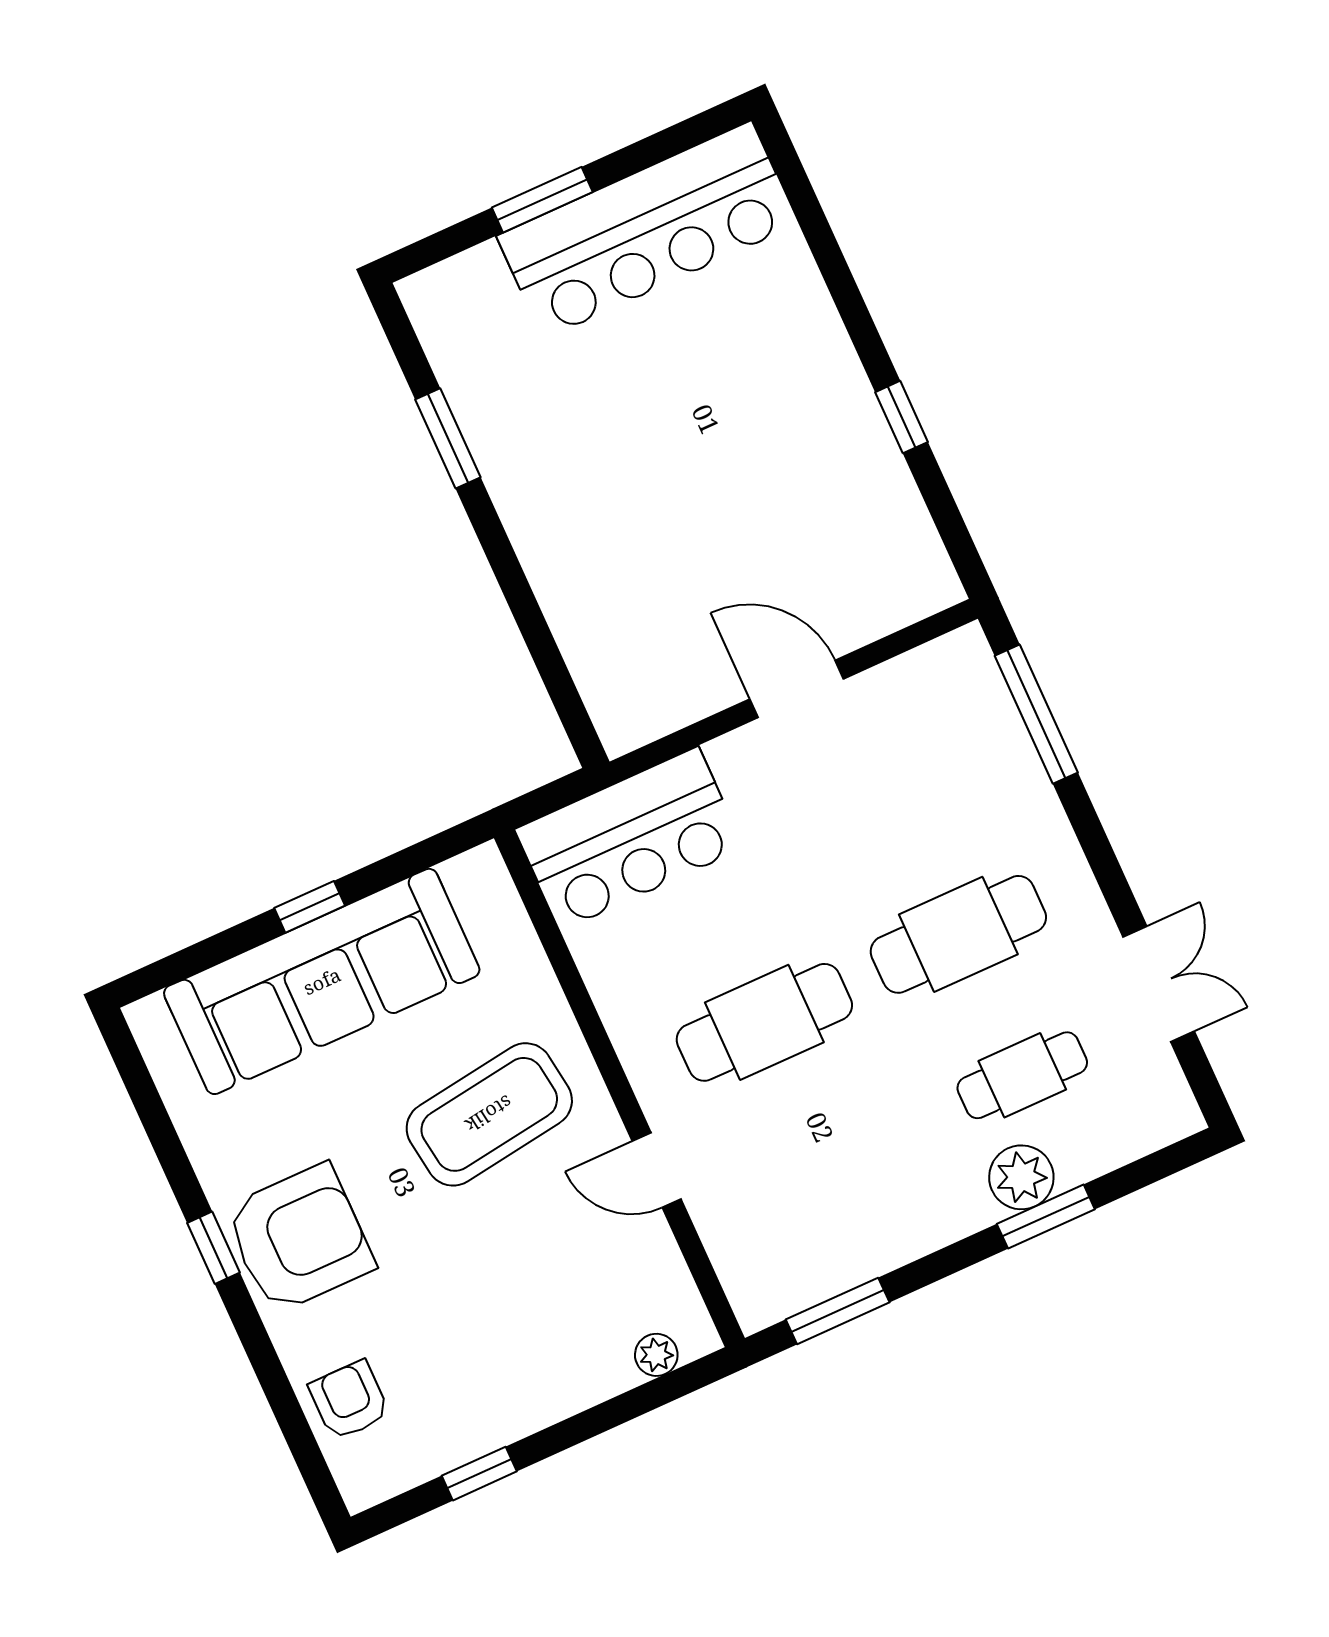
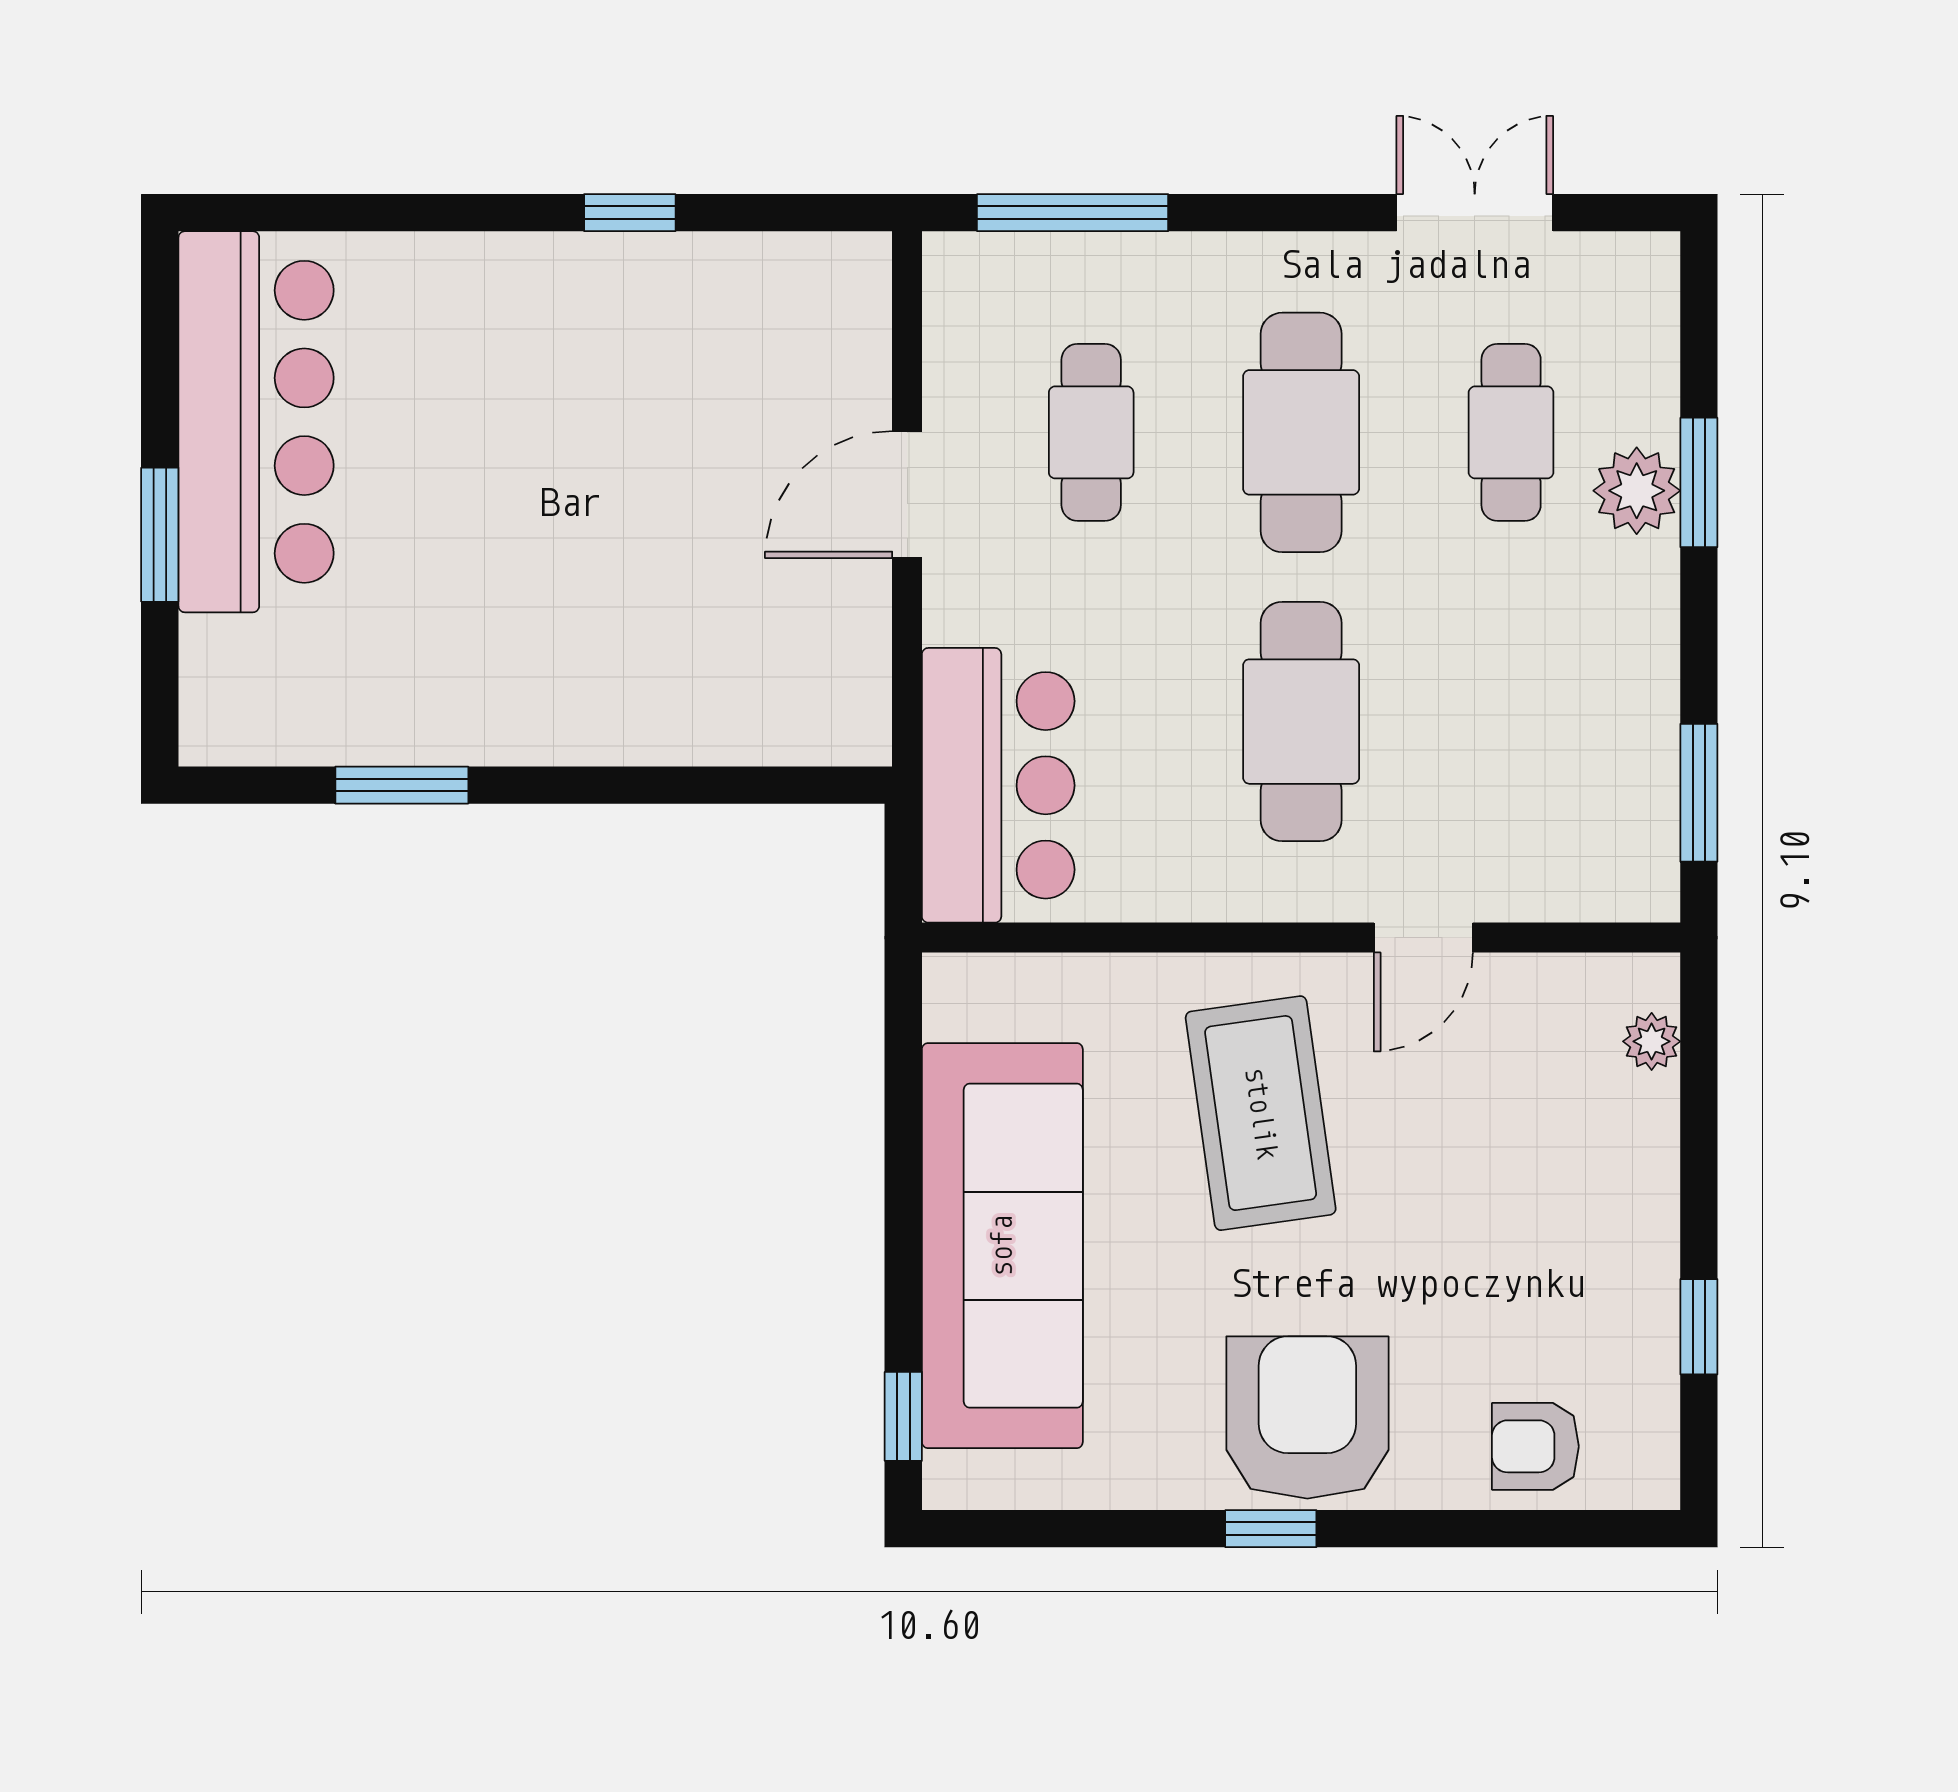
cafe table: (894, 793) -> (1091, 432), added
window: (310, 907) -> (903, 1416), moved

